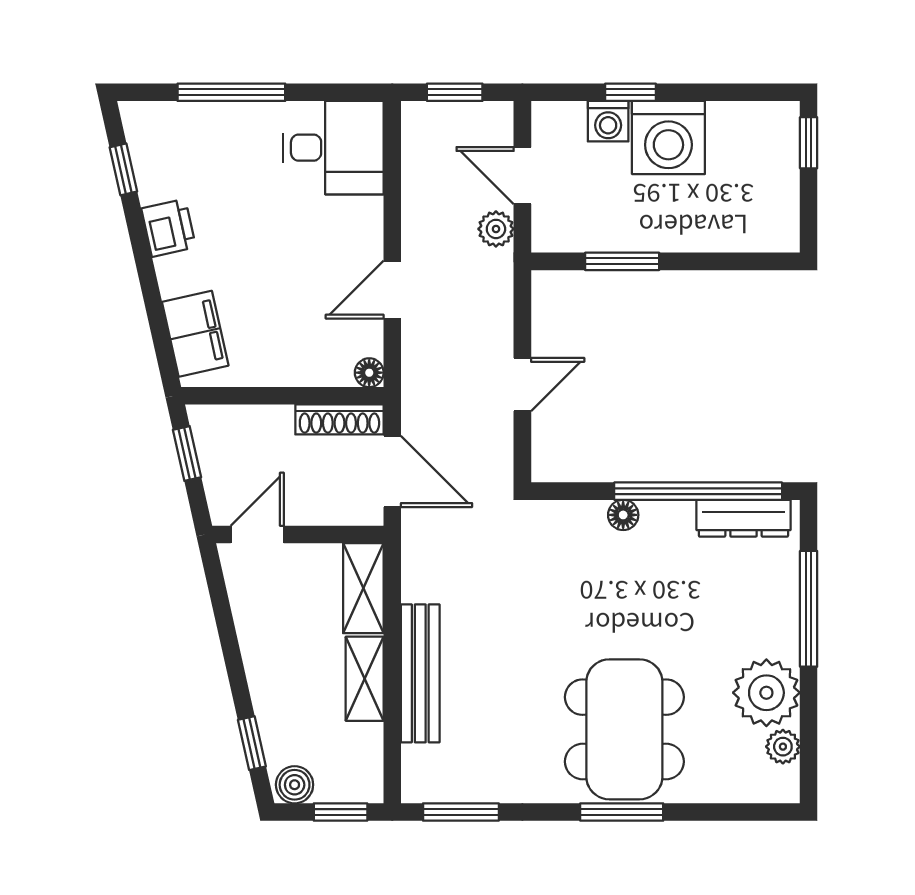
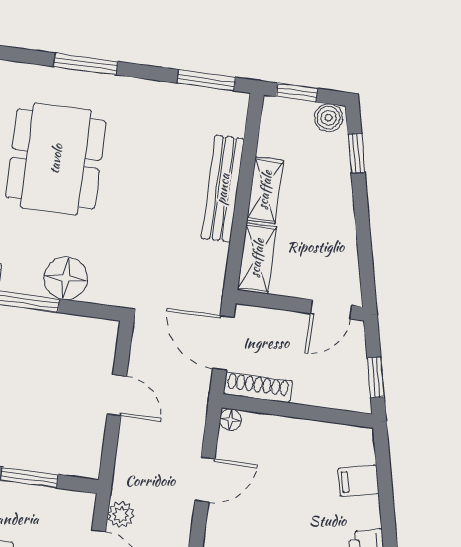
filing cabinet: (195, 334) -> (359, 481), width x0.50
door: (522, 384) -> (117, 395), swing flipped
floor lamp: (623, 515) -> (66, 278), width x1.89, depth x1.89
dining table: (624, 729) -> (56, 159), moved

